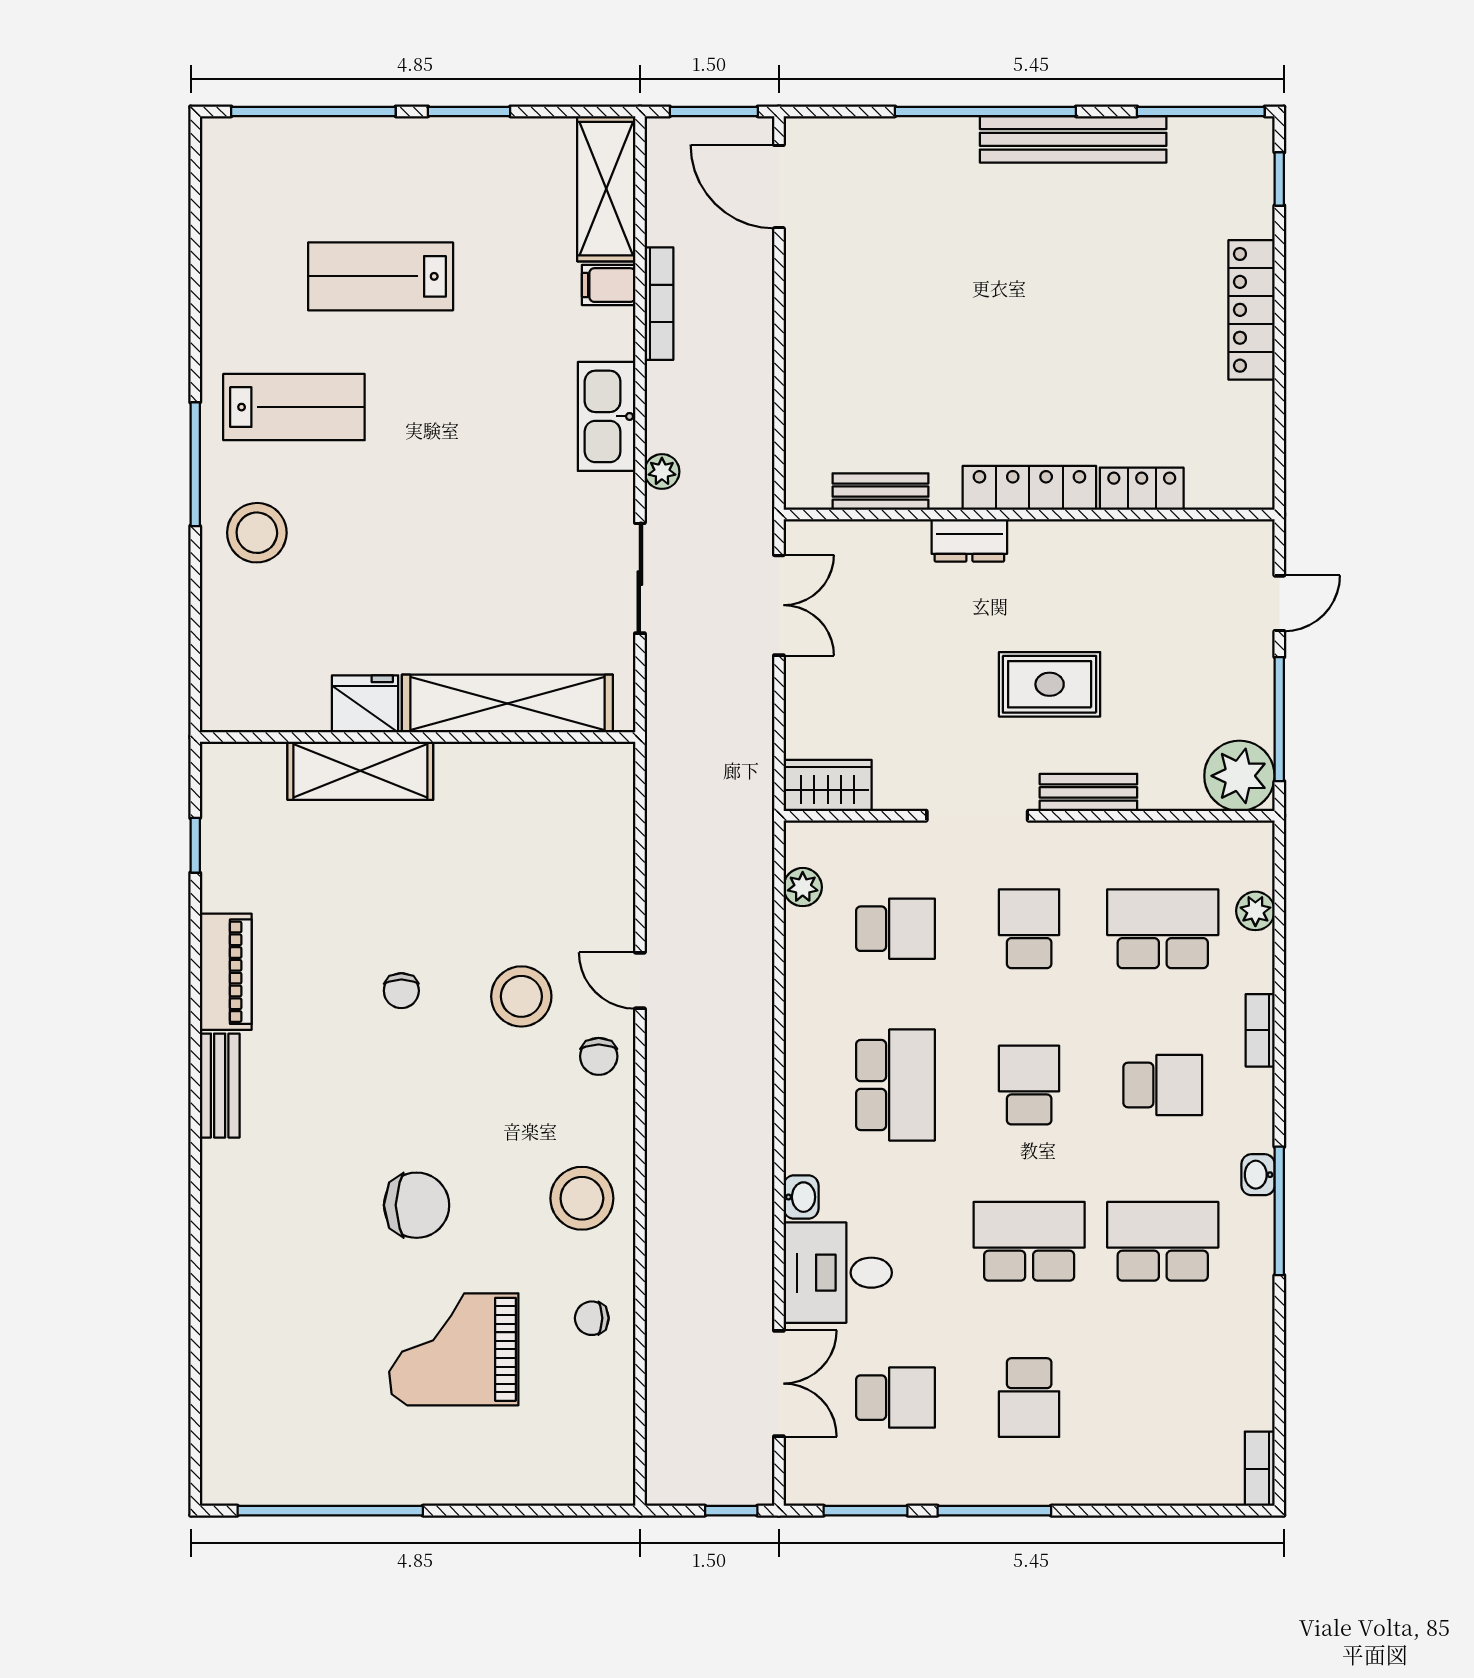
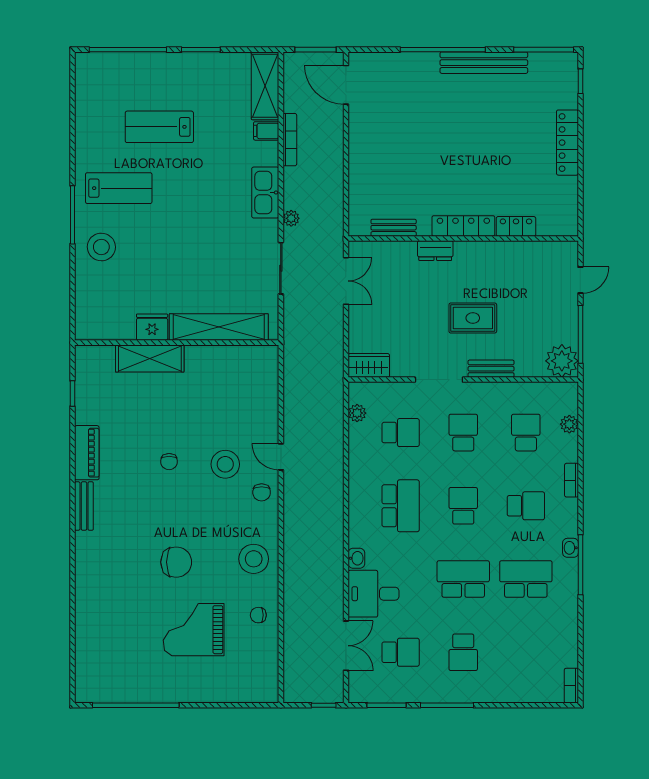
school desk: (1163, 929) -> (526, 433), width x0.54

